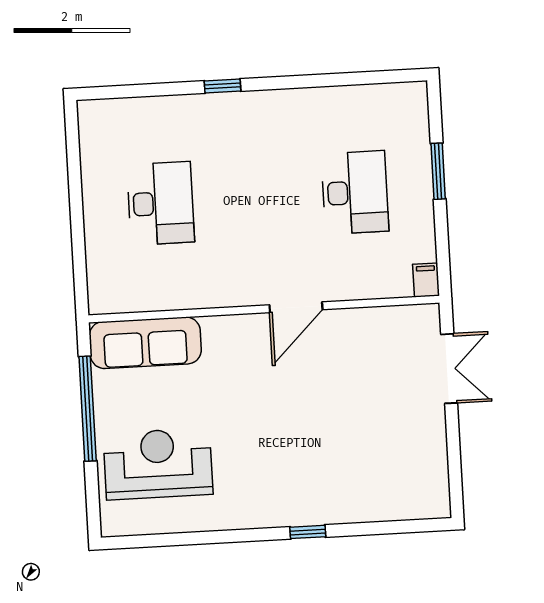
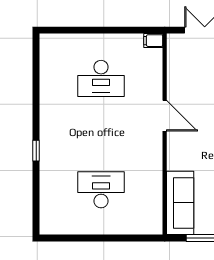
window: (438, 171) -> (92, 30), removed
desk: (355, 192) -> (101, 78), turned 180

